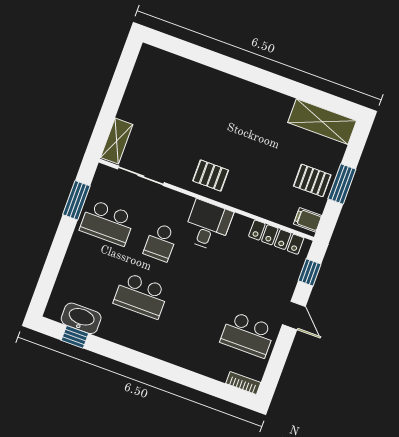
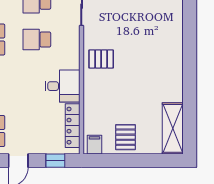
pallet: (211, 176) -> (101, 59), turned 90
window: (342, 184) -> (131, 161), removed
desk: (208, 225) -> (63, 86), moved

